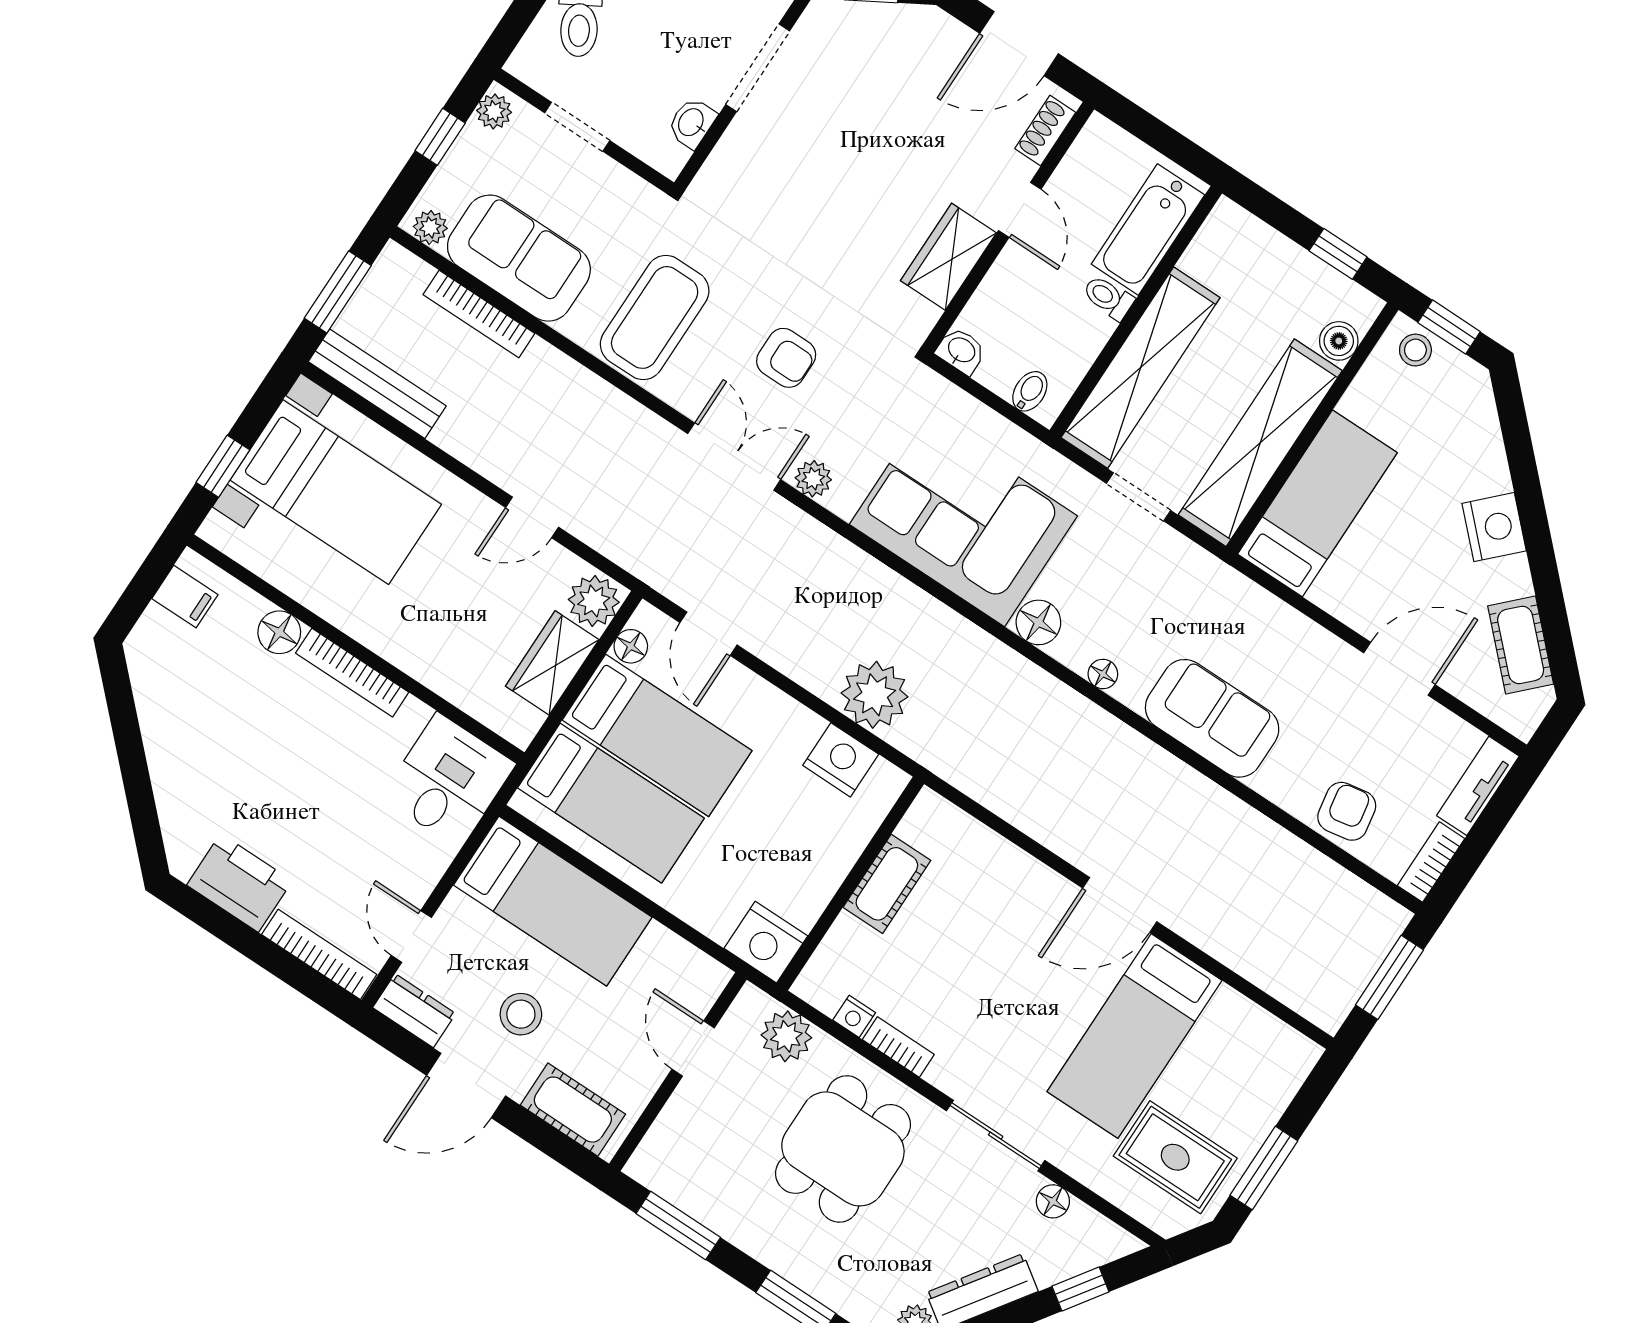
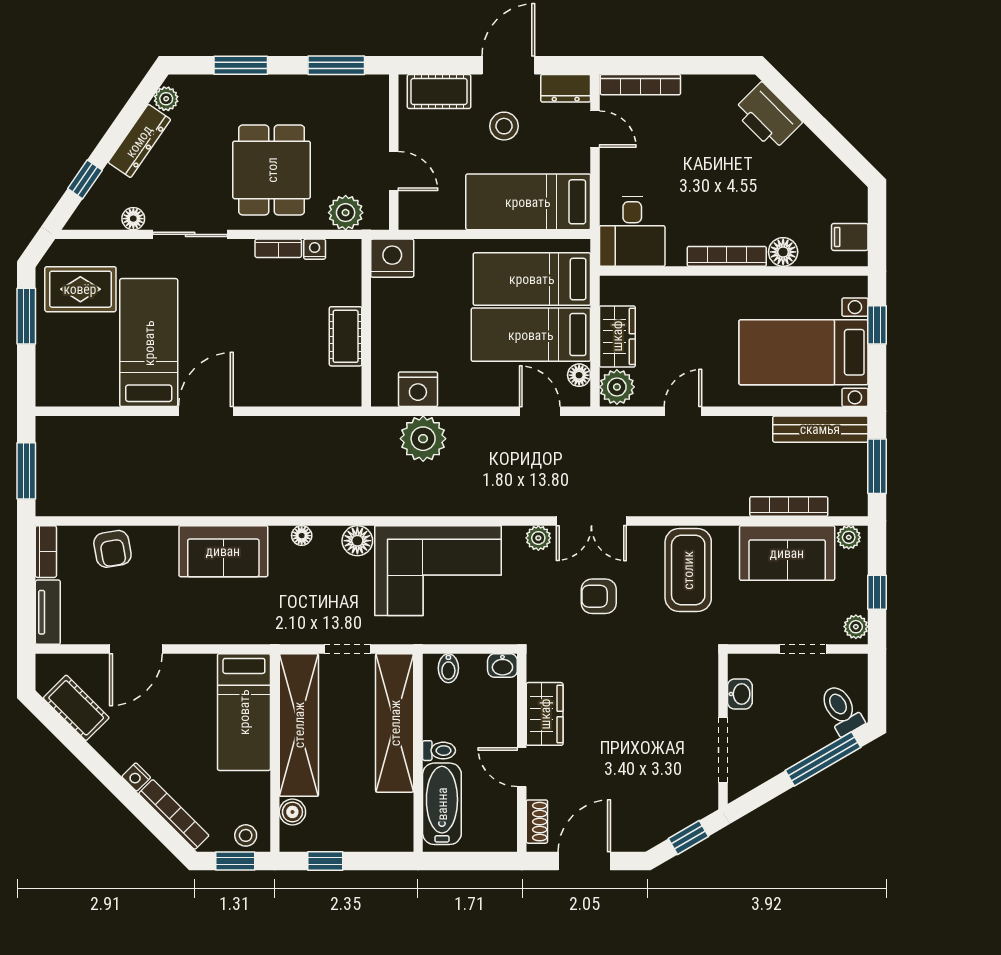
bookcase: (1487, 434) -> (174, 814), added
nightstand: (1494, 527) -> (136, 777), width x0.53, depth x0.56
printer: (240, 883) -> (767, 116), moved, turned 45

